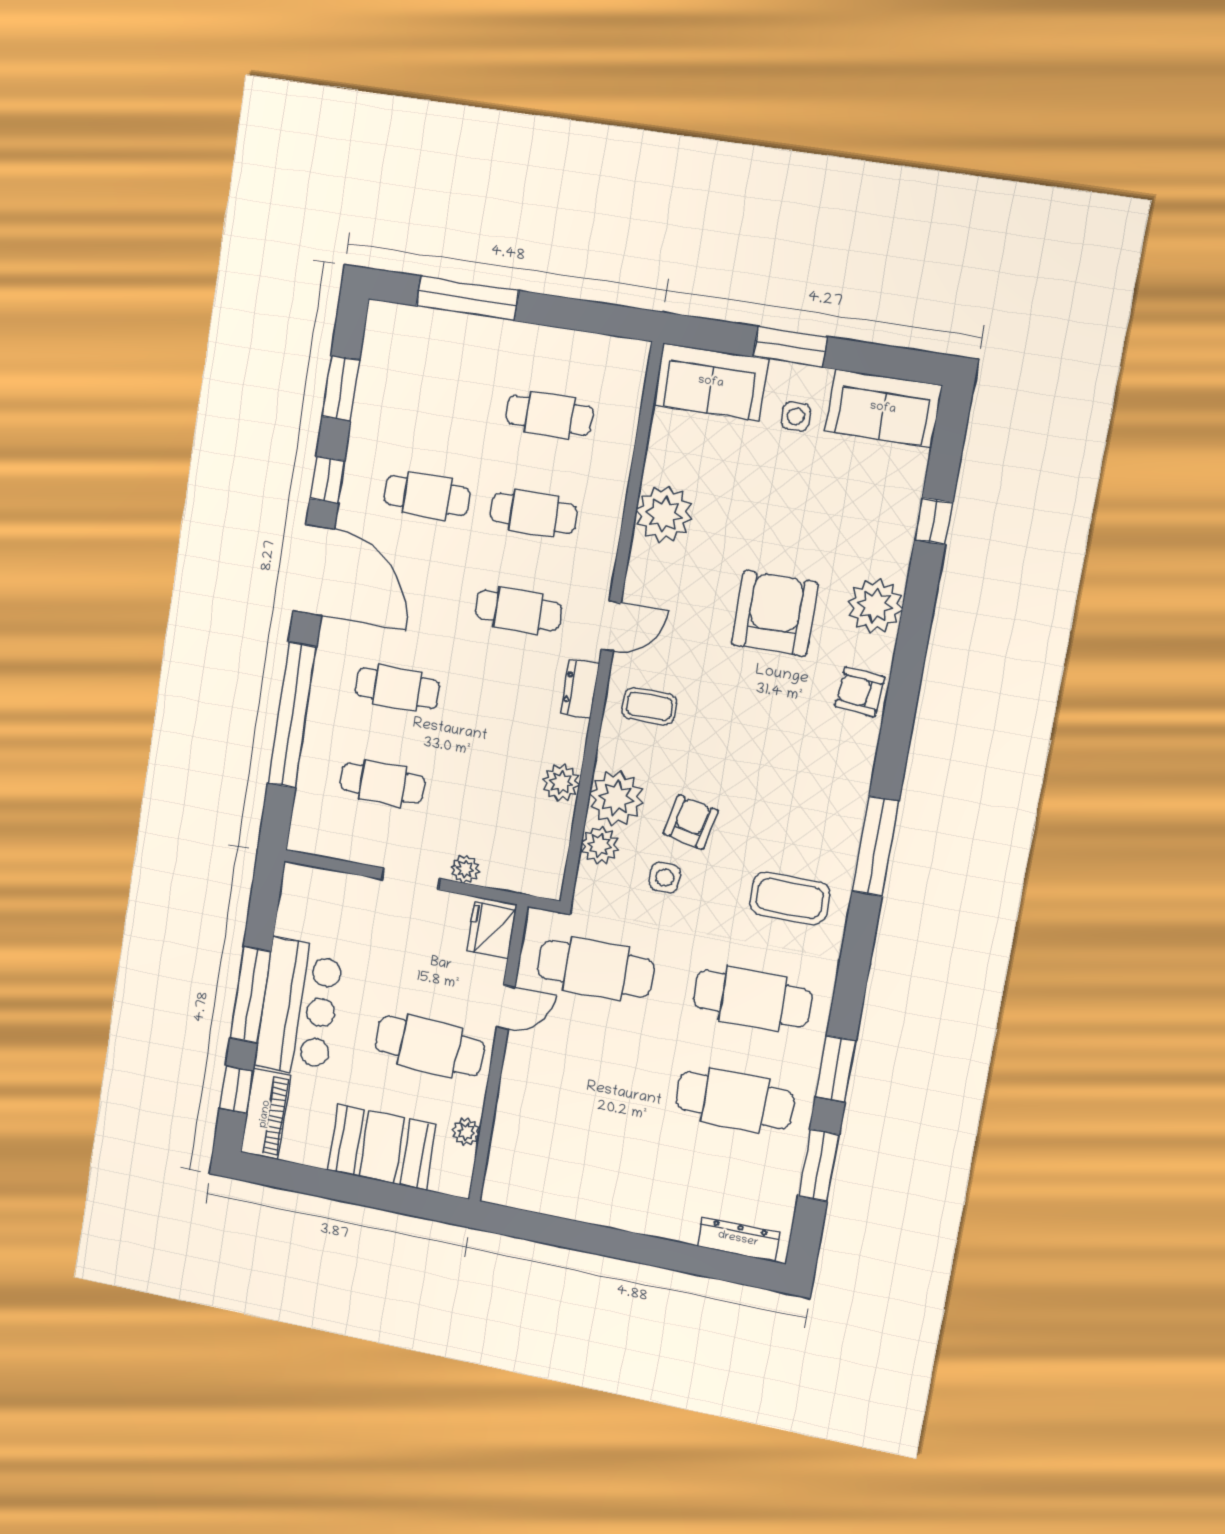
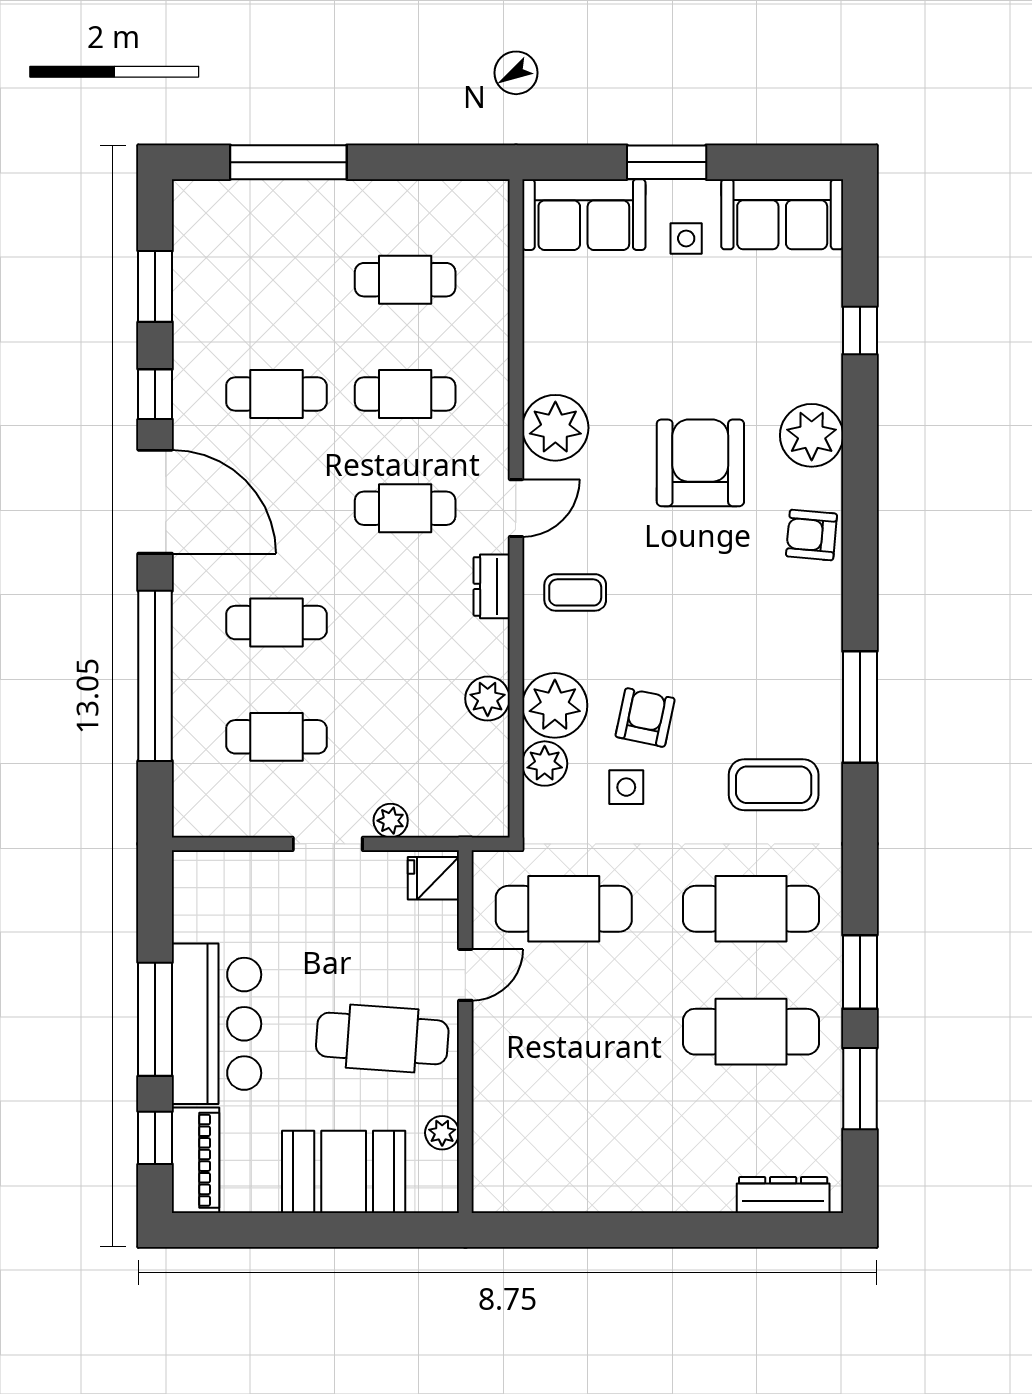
plant: (664, 514) -> (555, 428), moved
fridge: (491, 930) -> (433, 878), width x0.72

